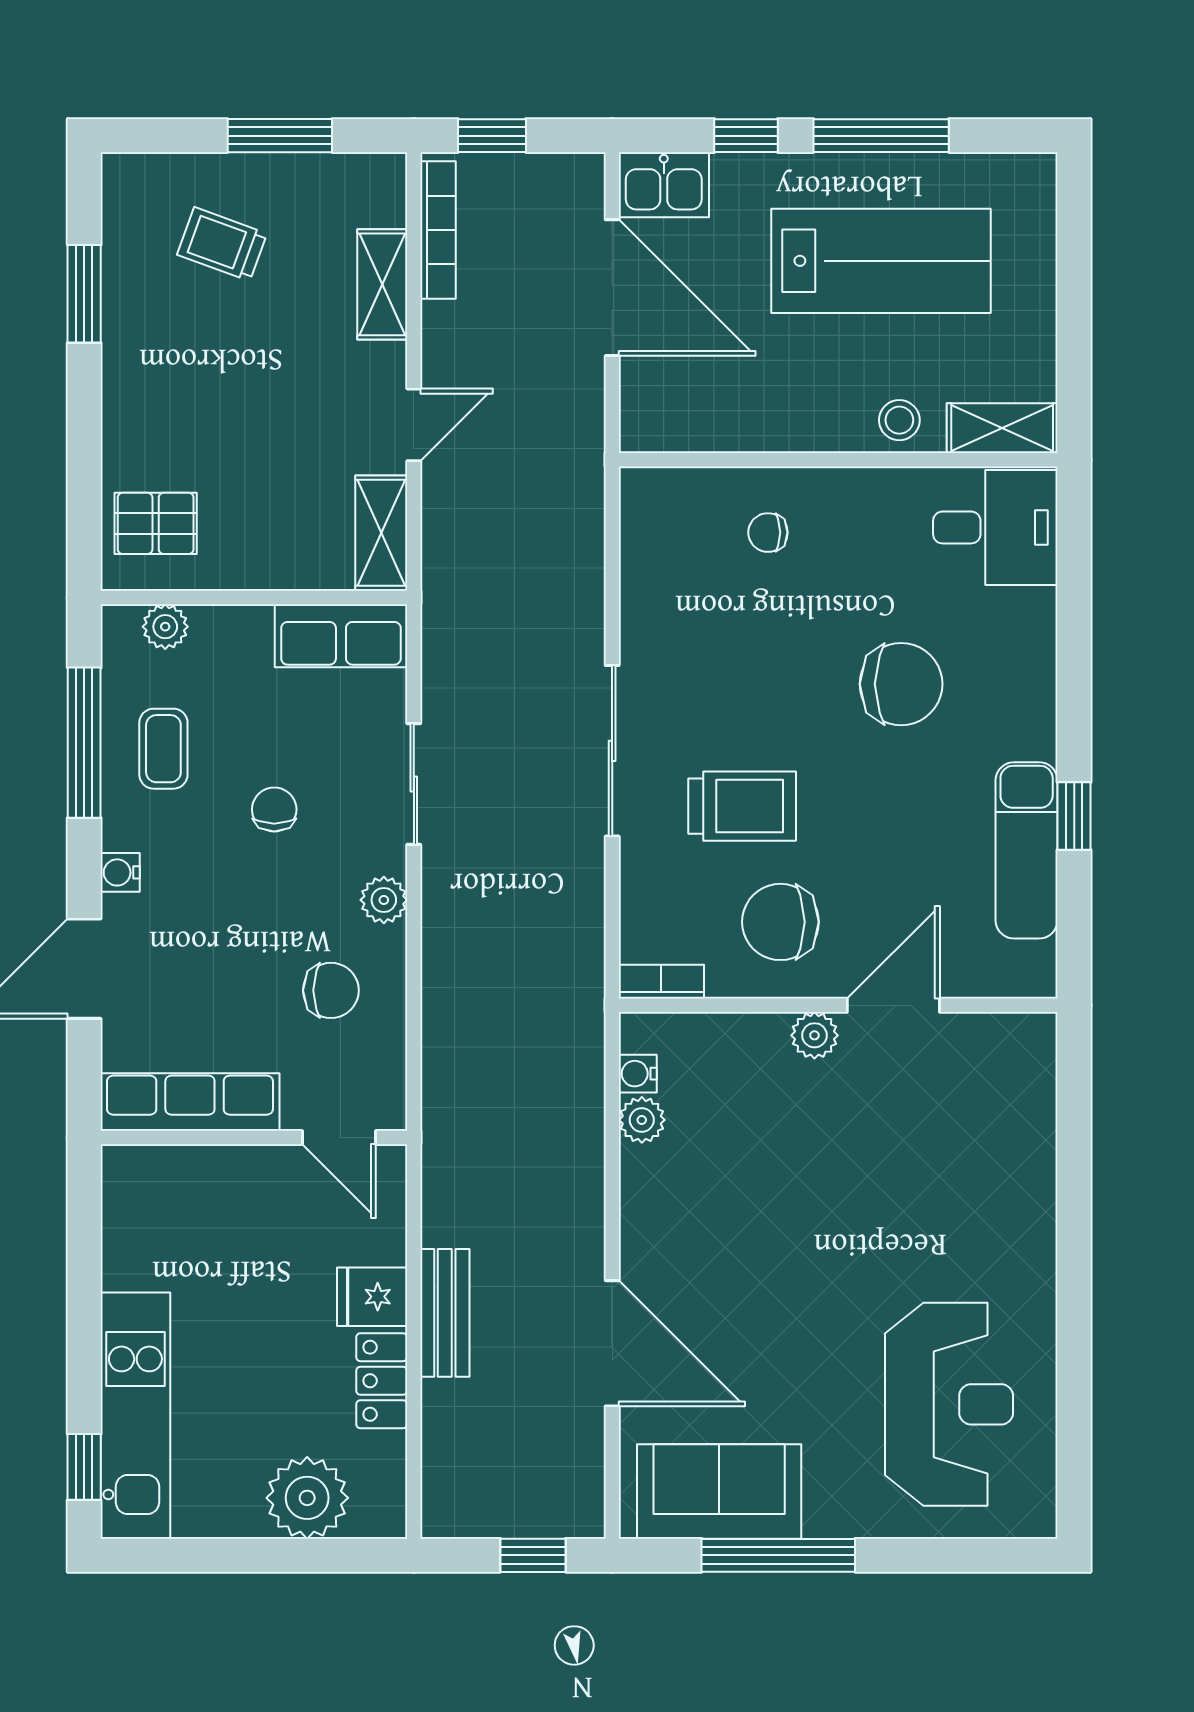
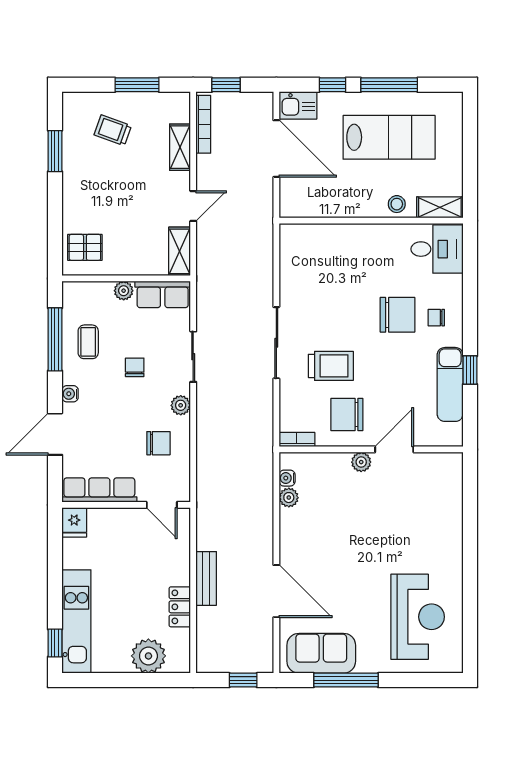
chair: (768, 533) -> (436, 318), moved
plant: (165, 627) -> (124, 291), moved
fridge: (372, 1297) -> (74, 522), moved, turned -90

